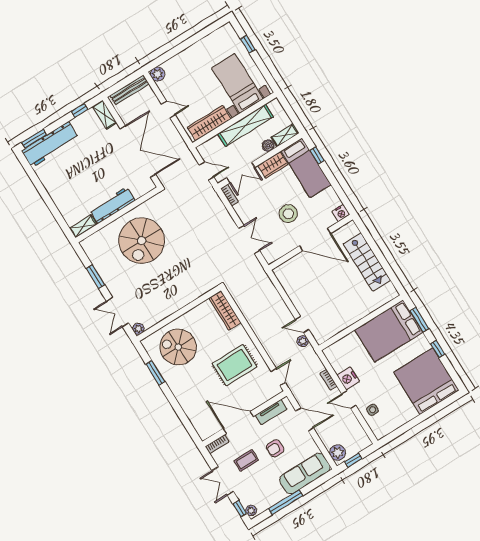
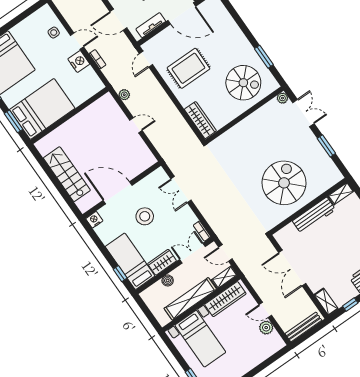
plant: (158, 74) -> (266, 328), moved
shelving: (285, 135) -> (224, 277), moved
double door: (138, 152) -> (292, 268), width x0.73
door: (302, 325) -> (136, 125), moved

